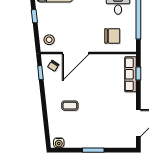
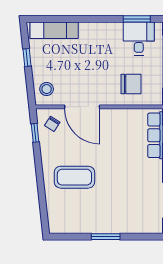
door: (76, 53) -> (82, 107), hinge flipped
coffee table: (70, 106) -> (74, 177), width x1.86, depth x1.72
water cooler: (59, 143) -> (60, 227), removed

